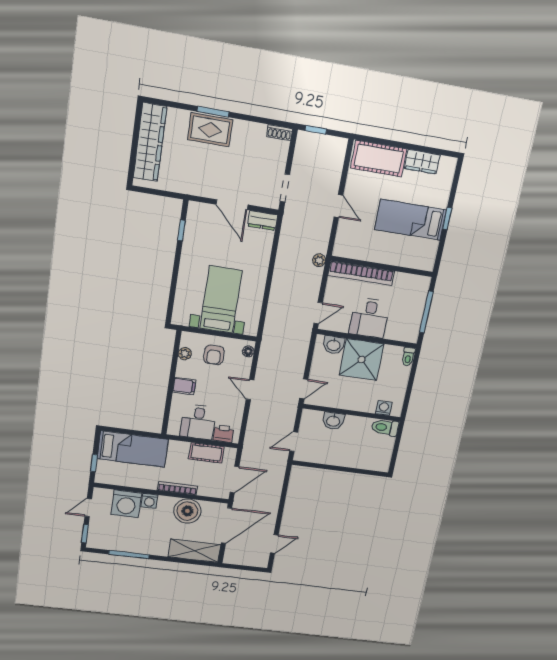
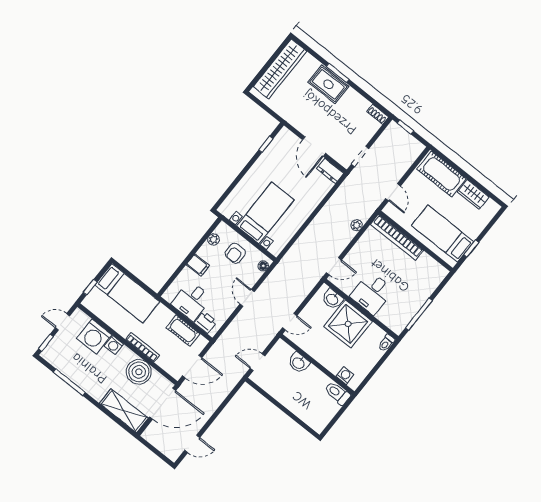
wall: (382, 266) -> (416, 241), moved
bookcase: (361, 273) -> (397, 237), moved

